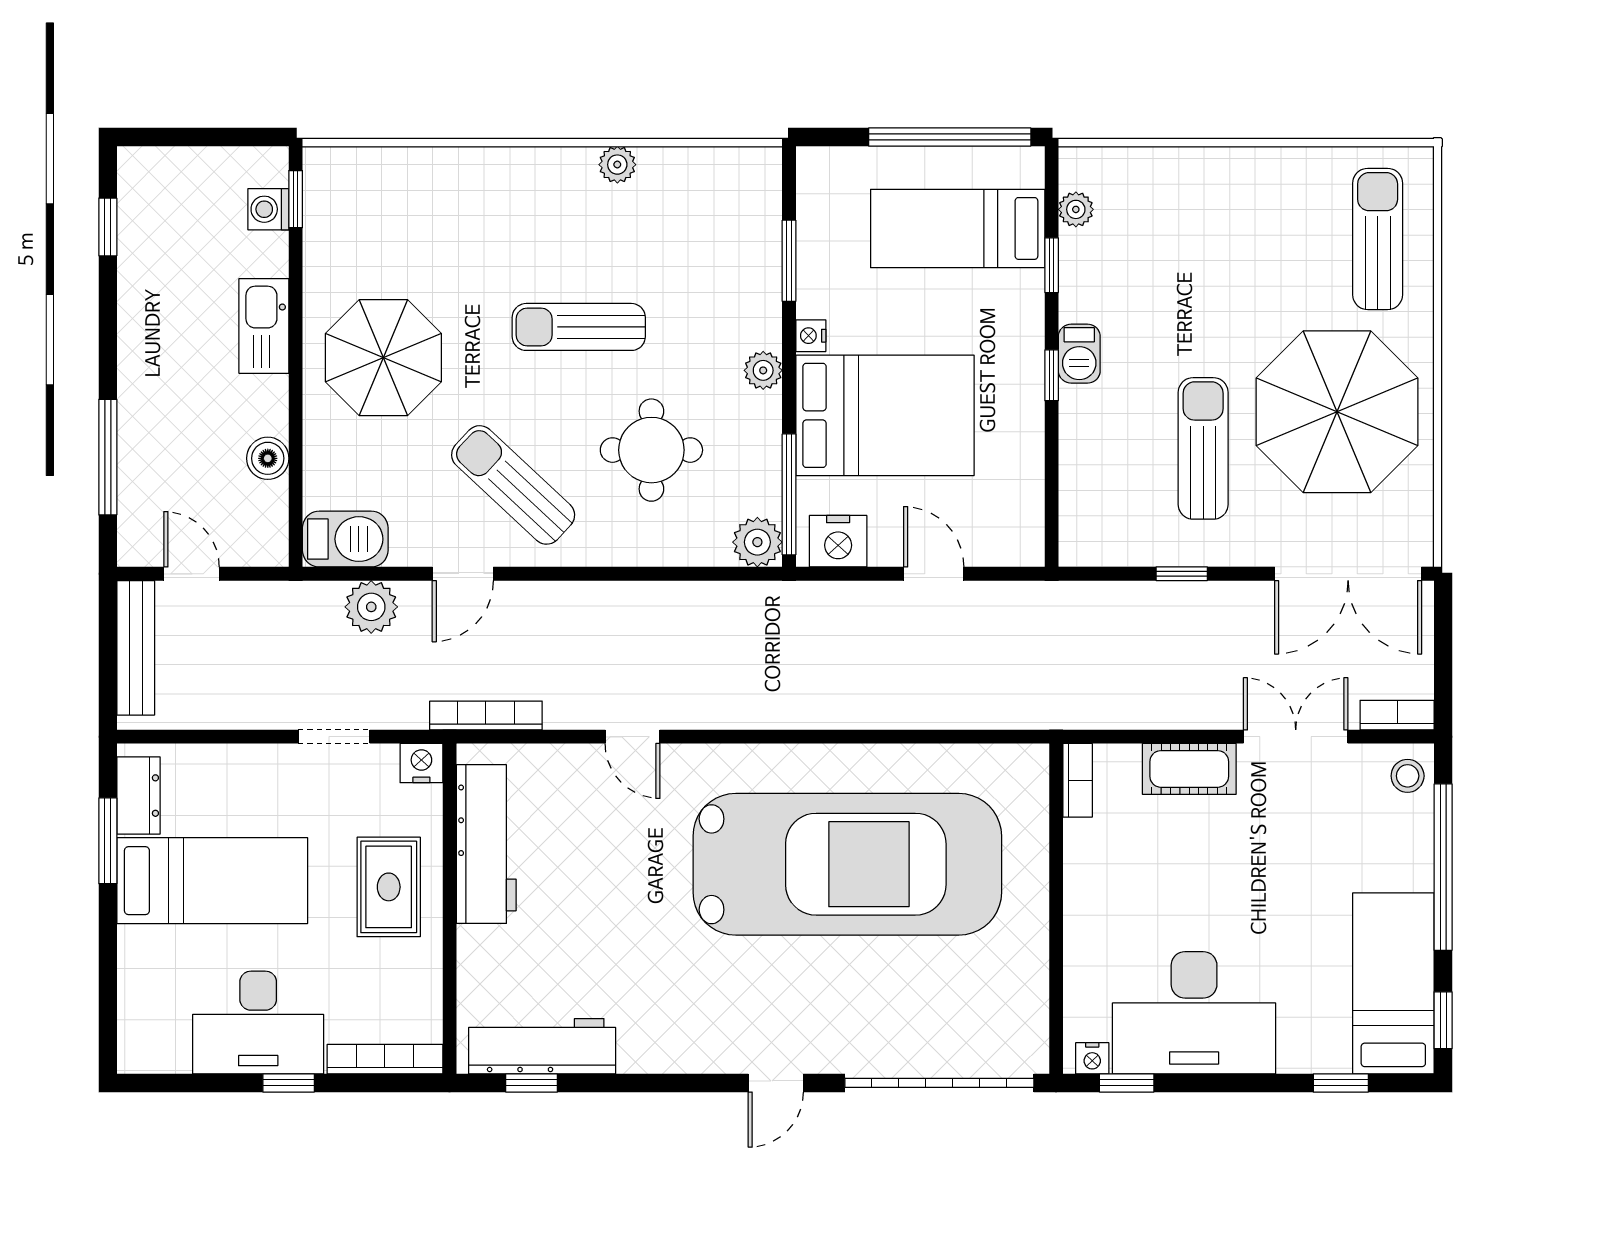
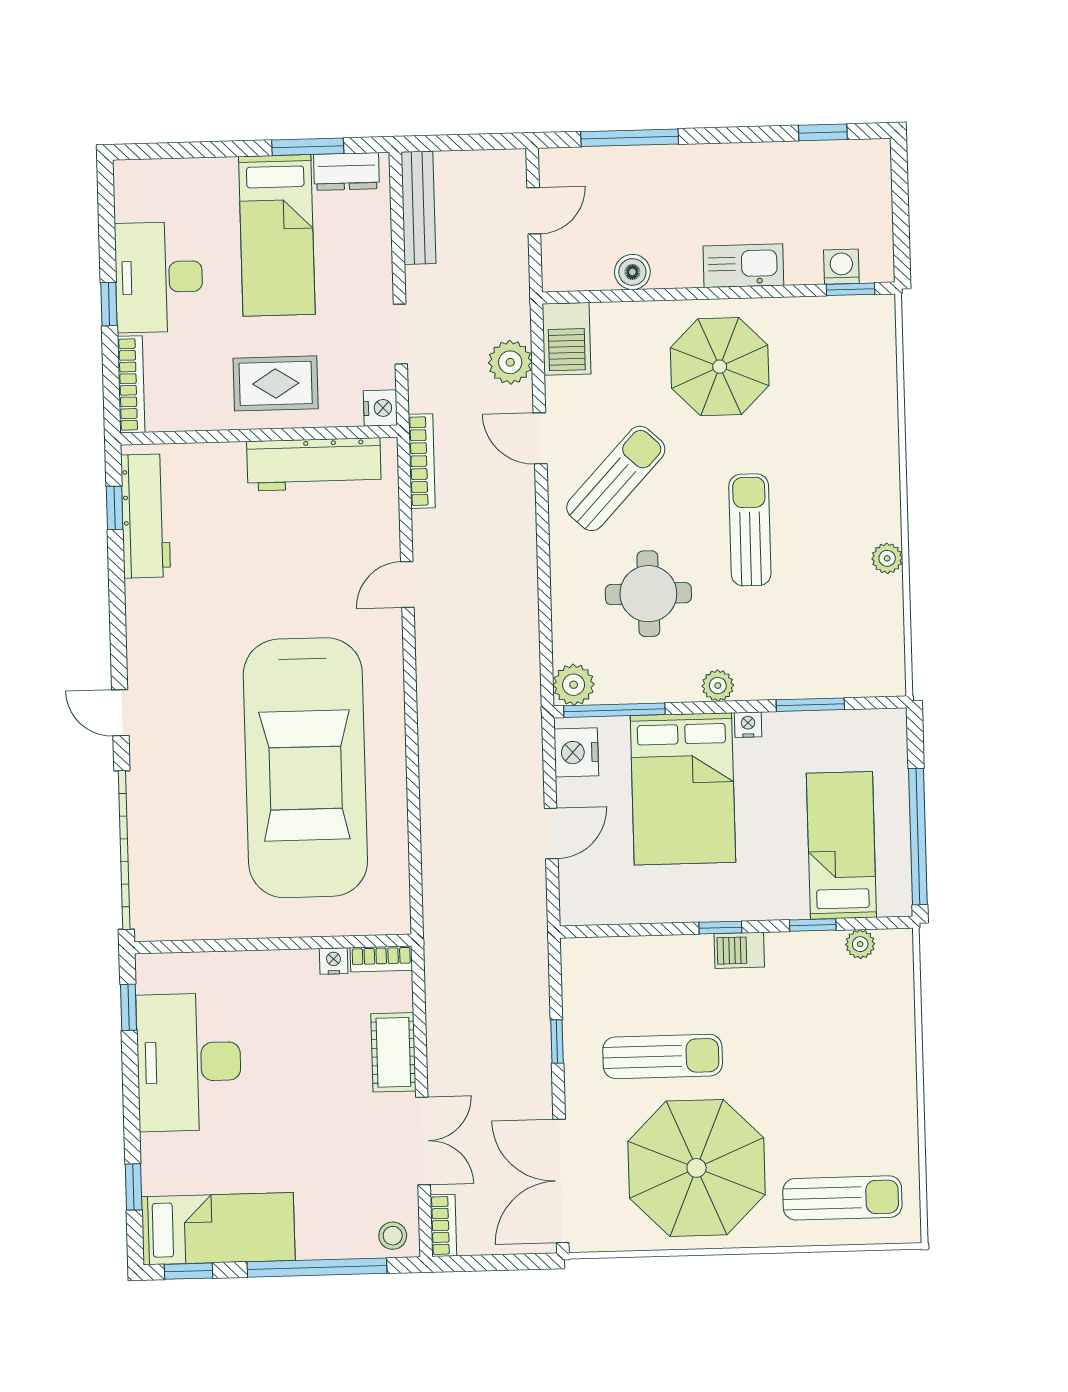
bench: (136, 648) -> (418, 208), moved, turned 90
nightstand: (1092, 1058) -> (334, 961), moved, turned 90

